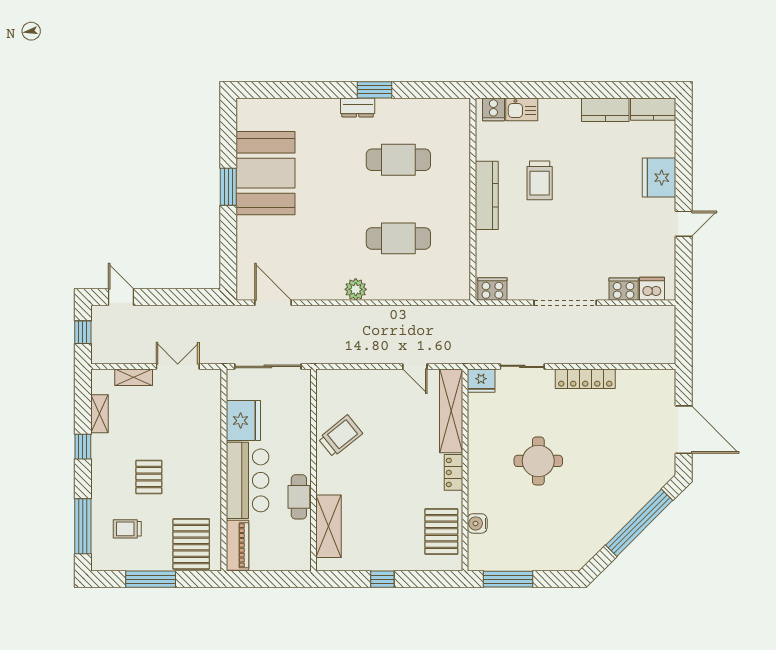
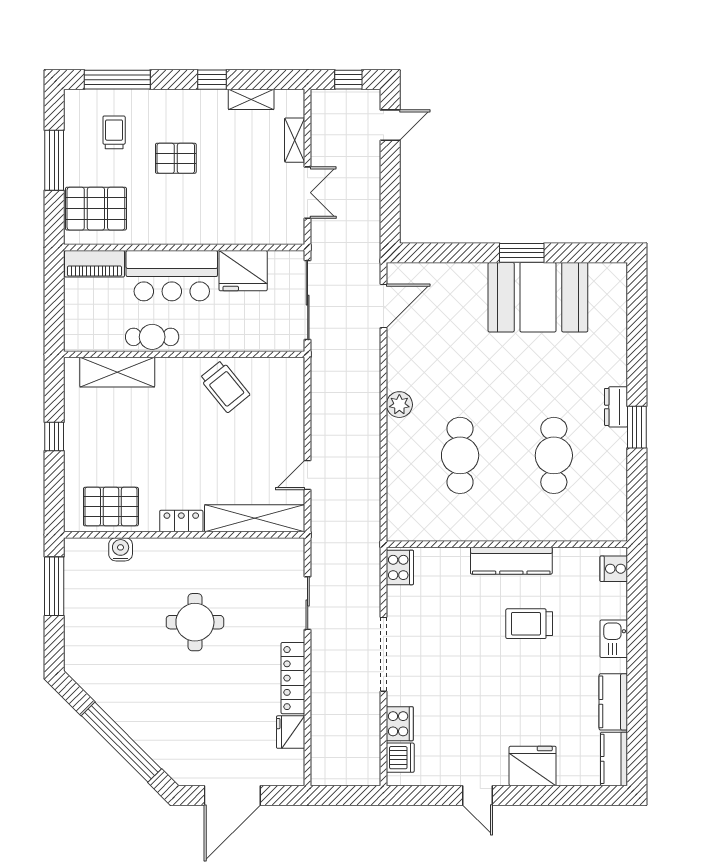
kitchen sink: (522, 109) -> (614, 639), moved
fridge: (481, 381) -> (291, 732), moved

